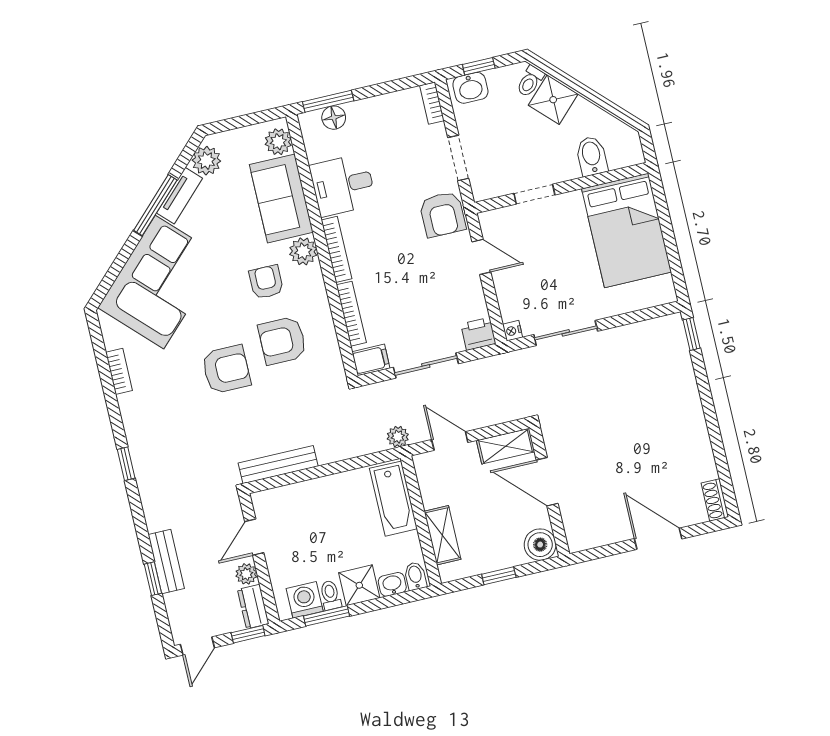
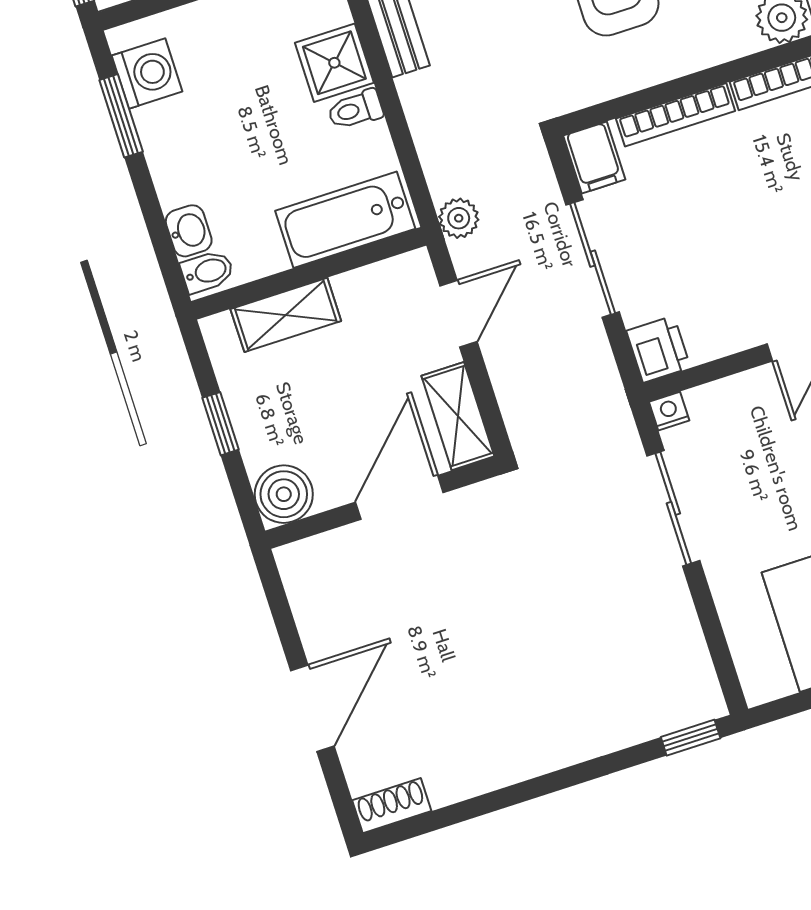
shower: (359, 585) -> (334, 63), moved
toilet: (330, 595) -> (355, 110), moved, turned 180

